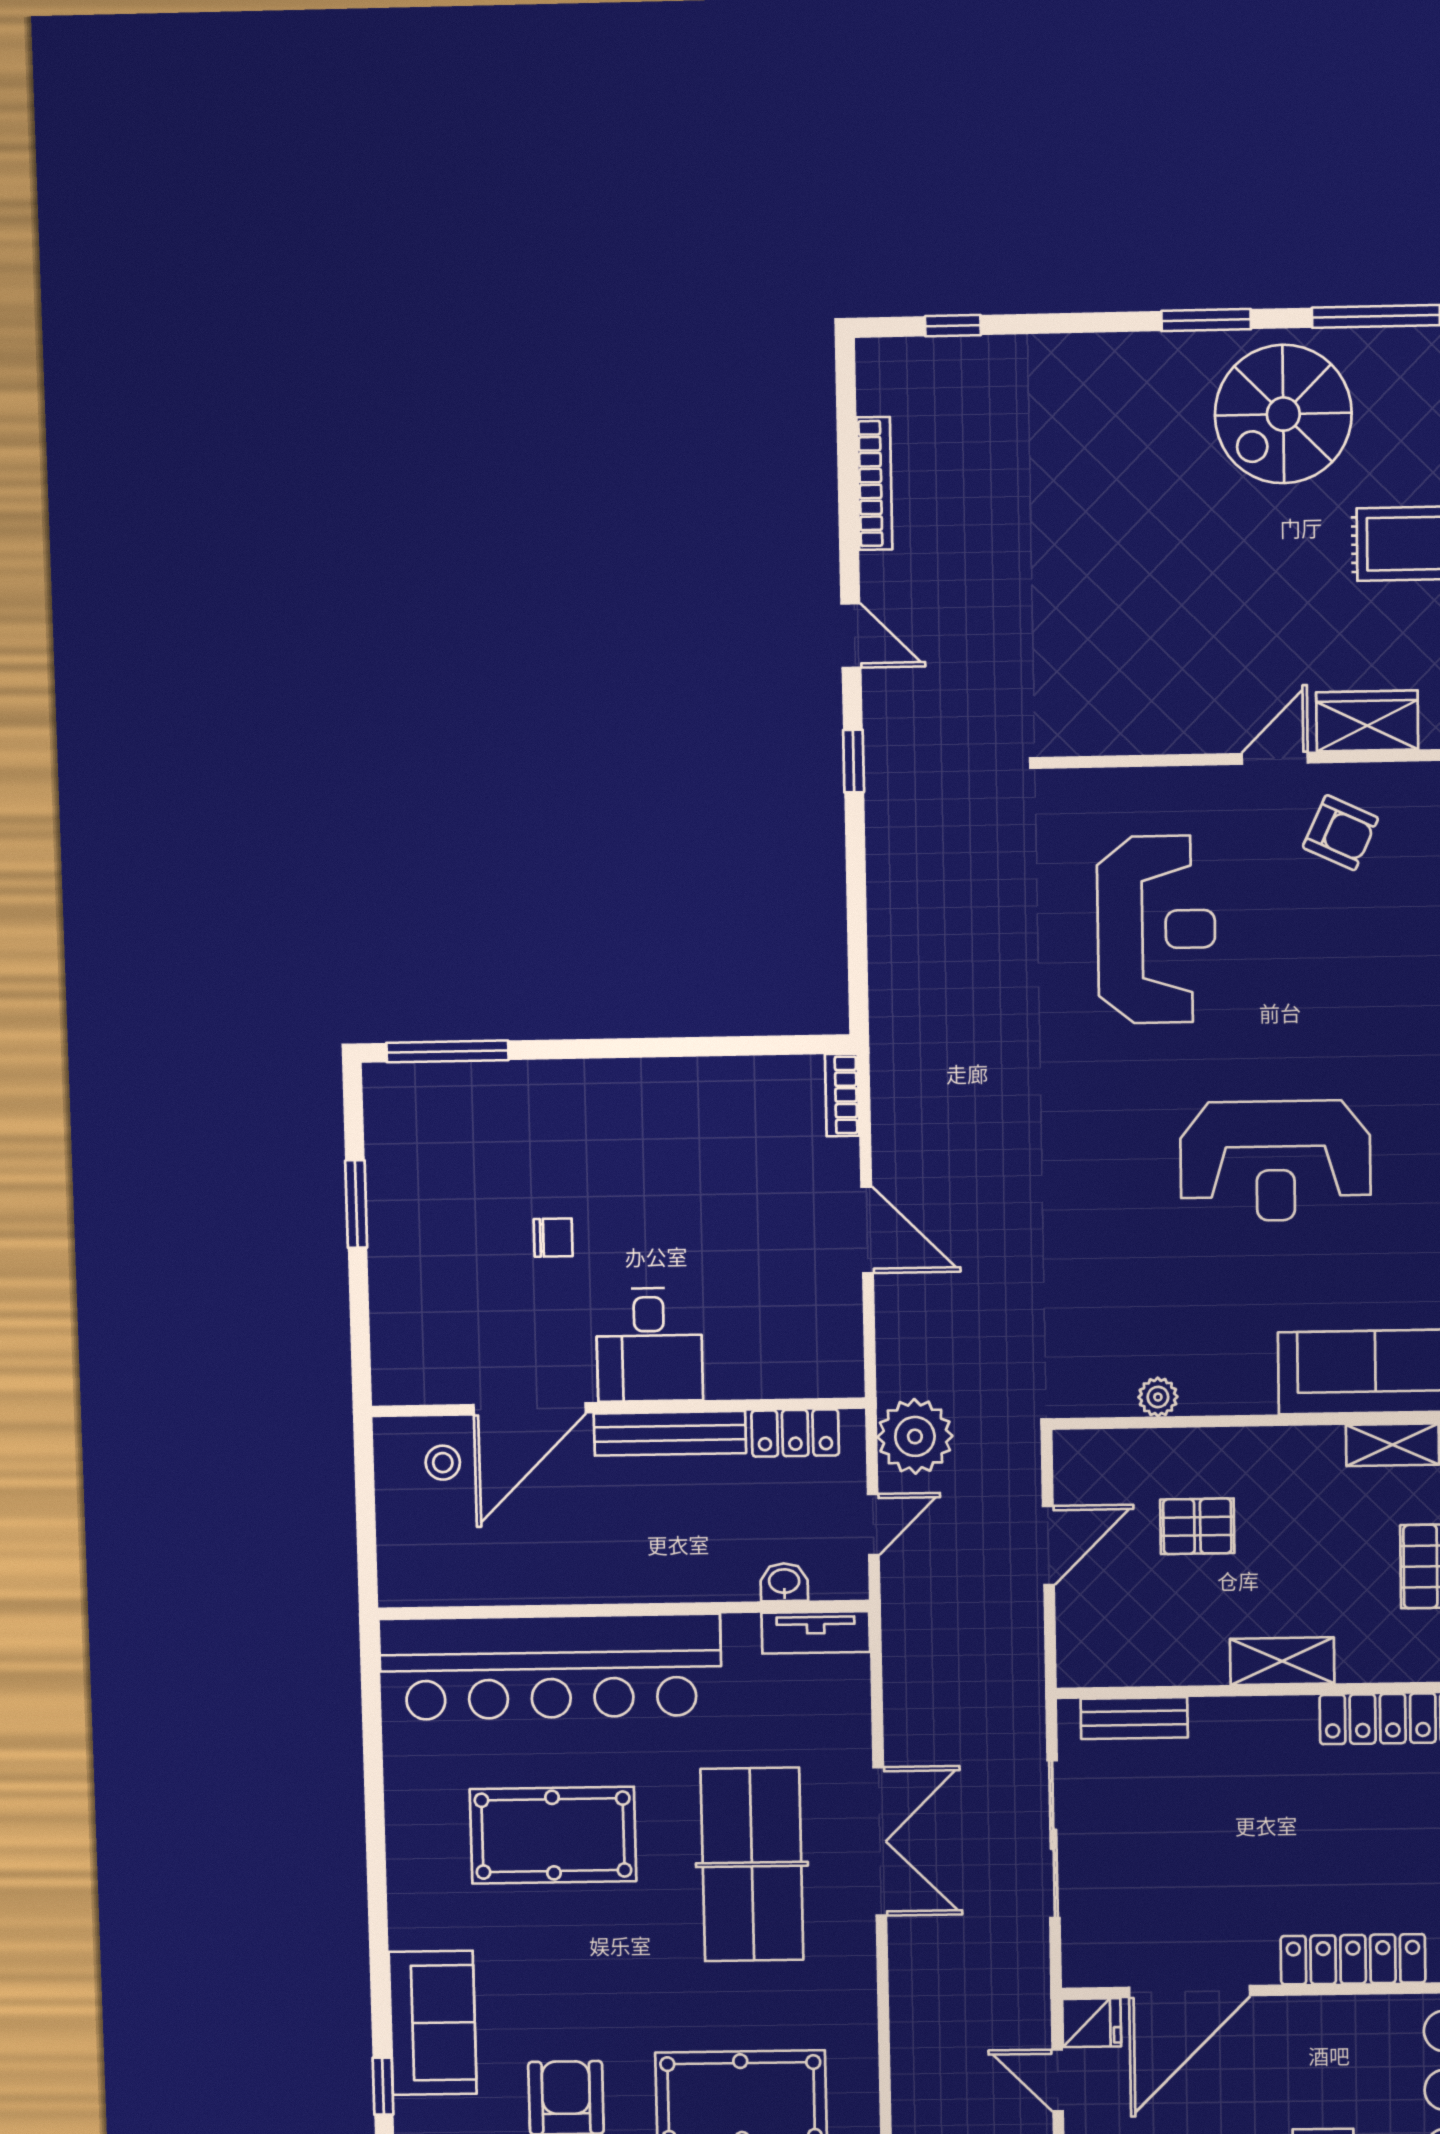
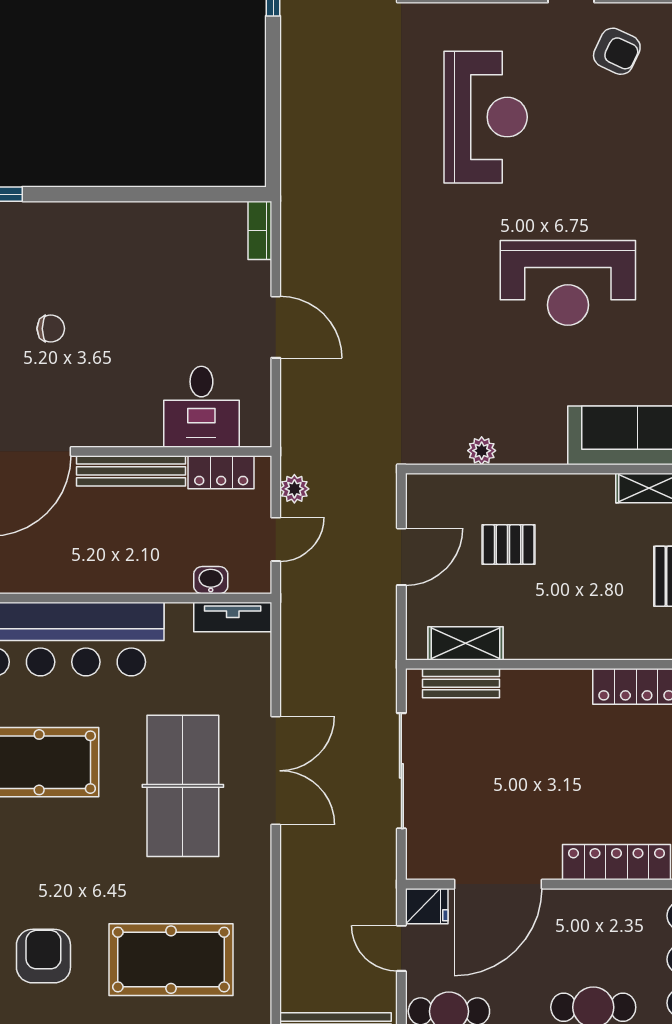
desk: (649, 1345) -> (201, 407), moved
plant: (915, 1436) -> (294, 489), width x0.53, depth x0.53
shelving: (1282, 1661) -> (465, 643), moved

